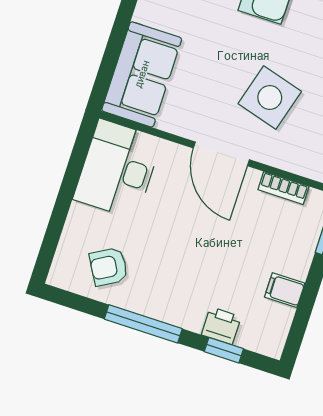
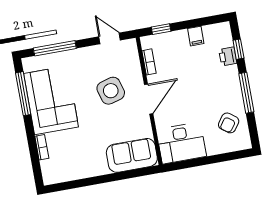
side table: (270, 98) -> (111, 91), turned -32
armchair: (109, 267) -> (229, 123), turned 66

